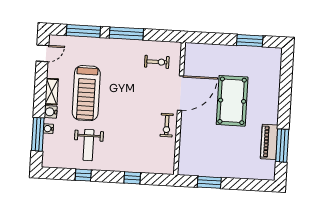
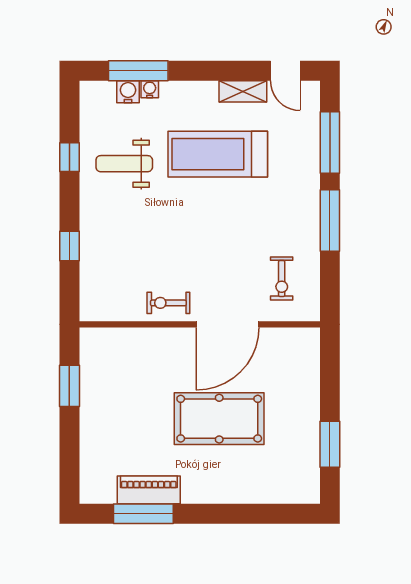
shelving: (52, 92) -> (243, 91), moved
door: (180, 93) -> (228, 324), hinge flipped
water cooler: (51, 112) -> (128, 92), moved

